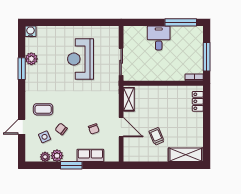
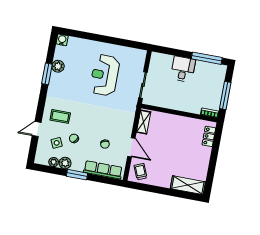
trolley: (157, 136) -> (141, 172), moved
row of seats: (90, 155) -> (103, 170), width x1.48

